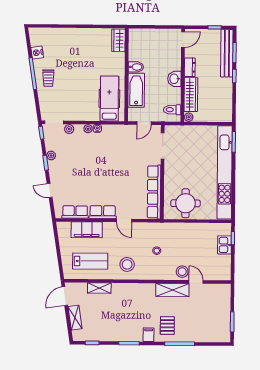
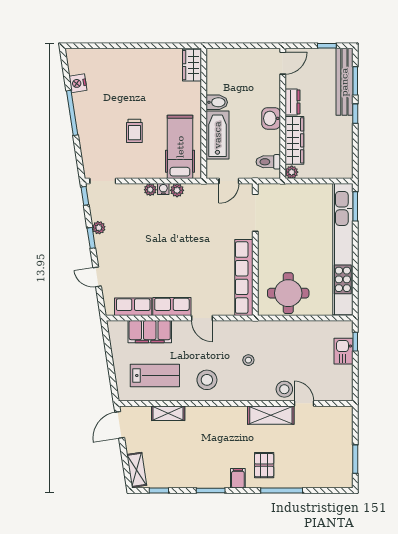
trolley: (48, 78) -> (134, 131), moved
plant: (69, 129) -> (177, 190), moved
shelving: (75, 318) -> (137, 470), moved

